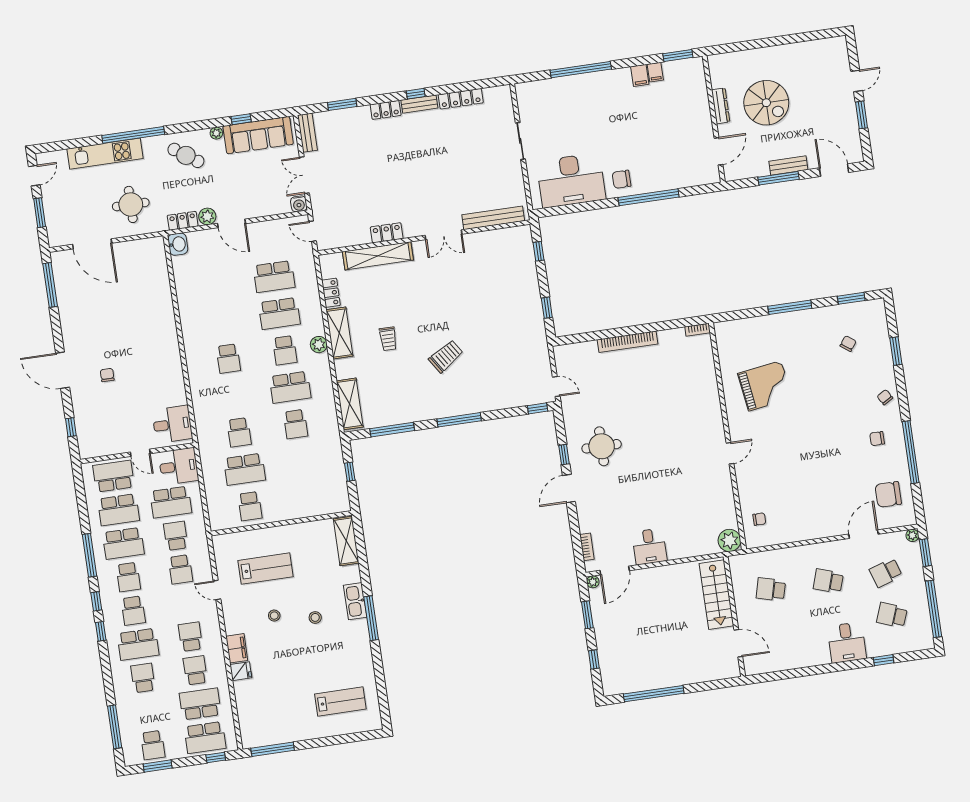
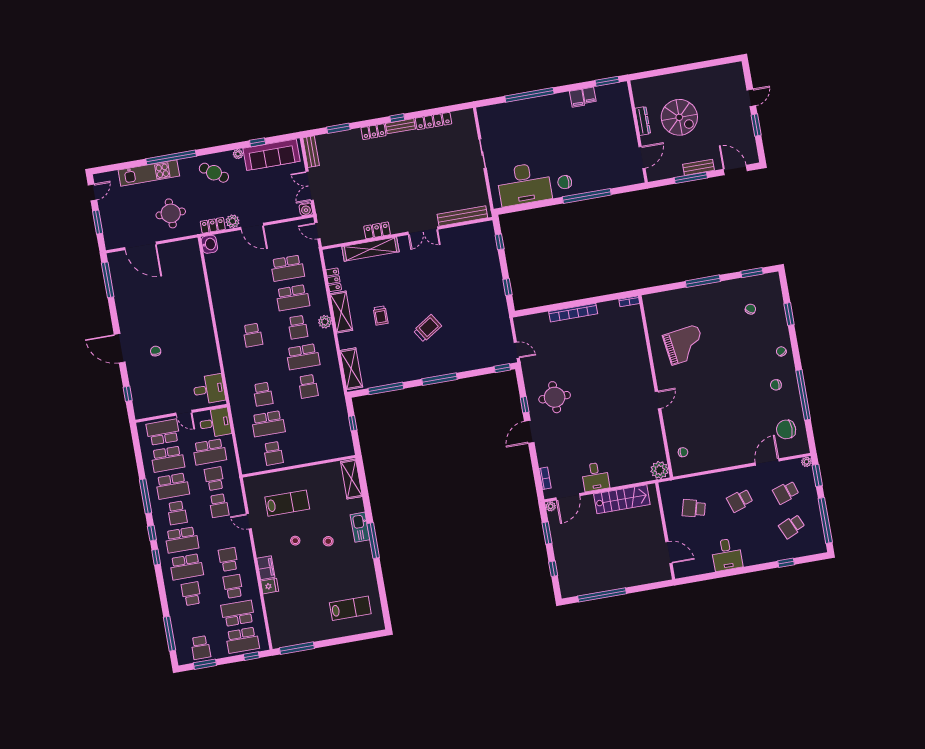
school desk: (828, 581) -> (740, 500), turned -36
stairs: (716, 595) -> (622, 499), moved, turned -90
school desk: (133, 611) -> (182, 540), width x1.85
school desk: (892, 615) -> (792, 526), turned -45
desk: (847, 642) -> (727, 554), moved

